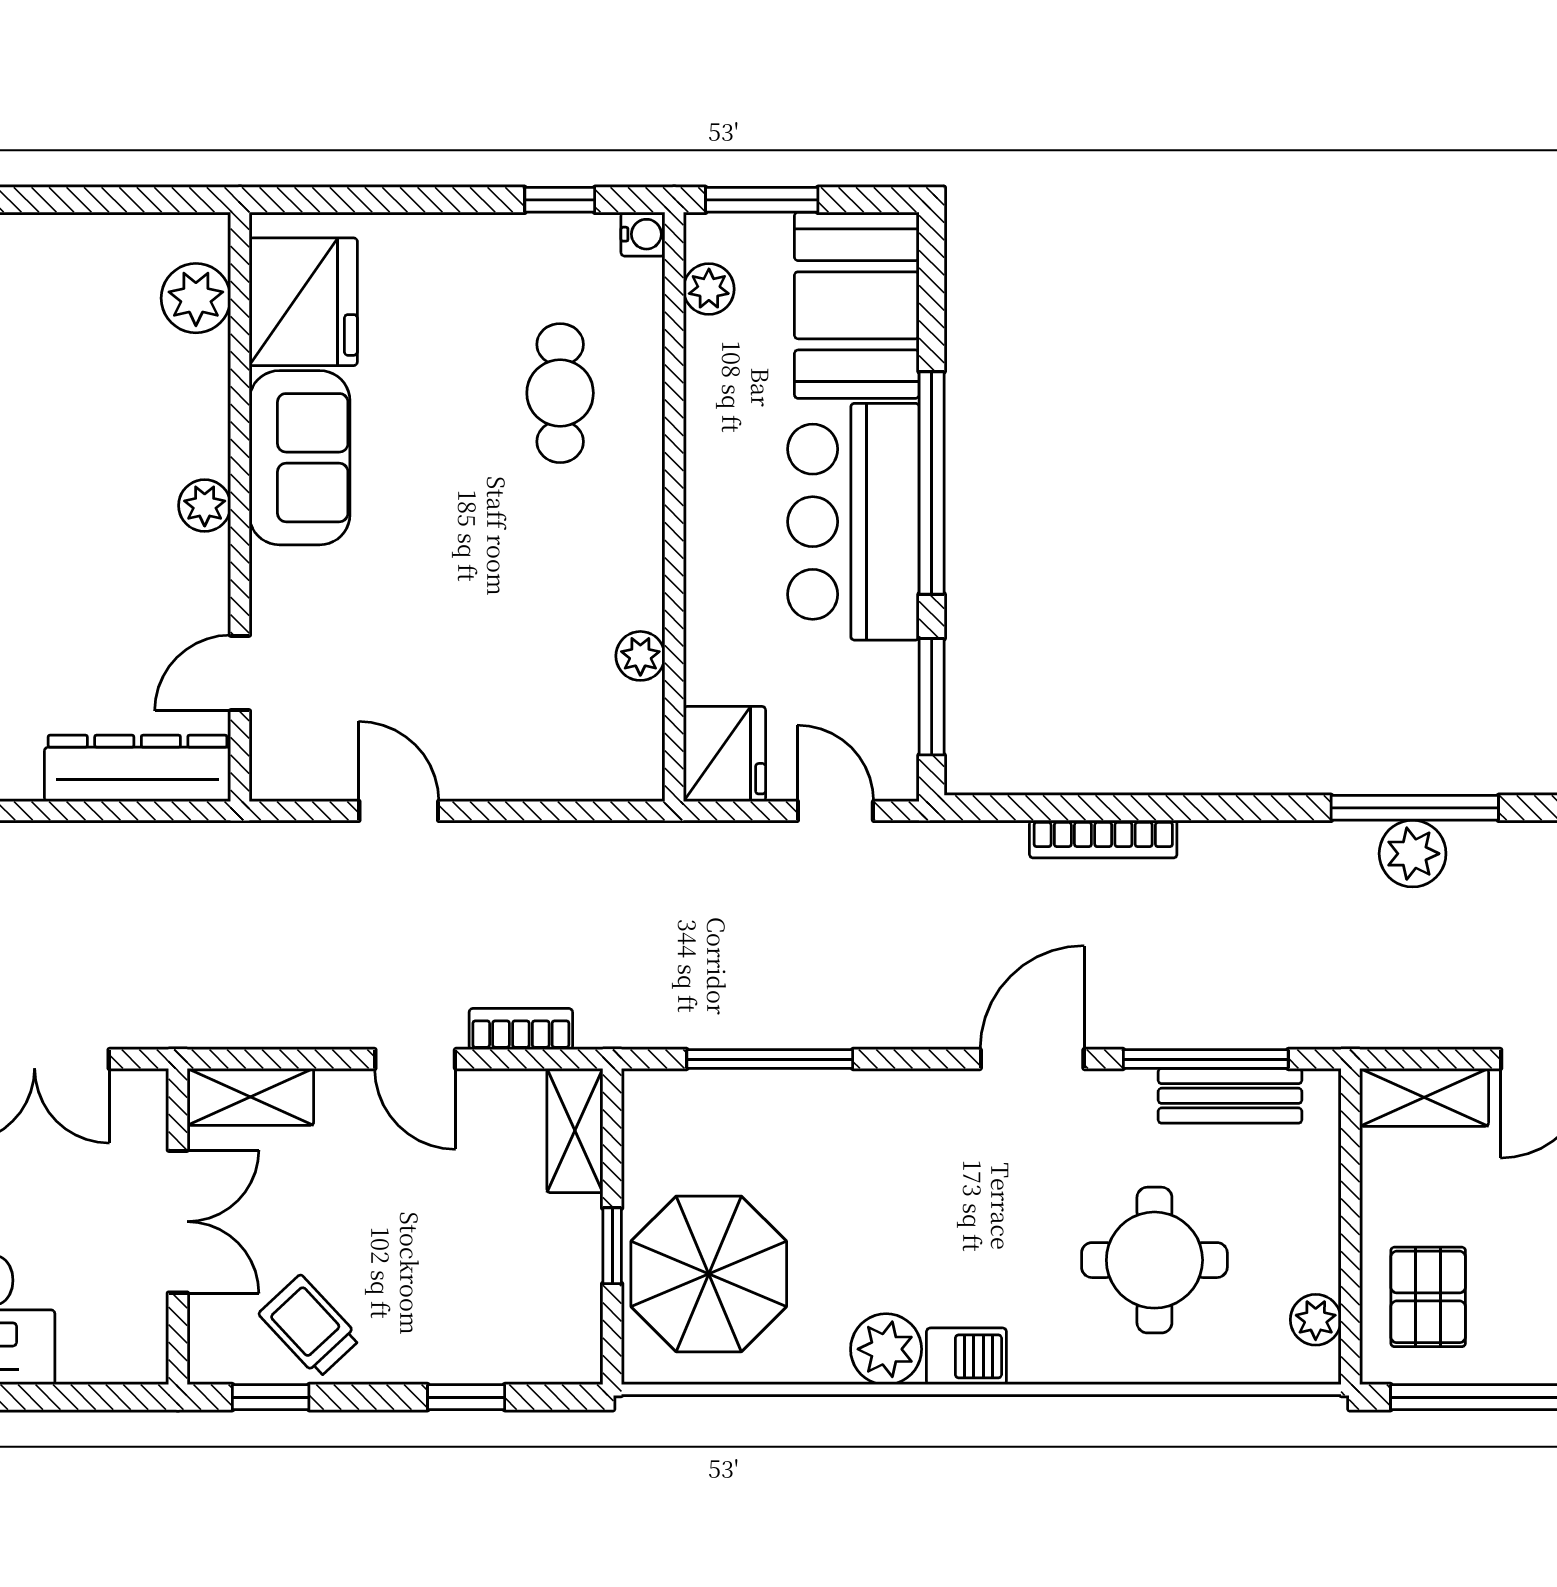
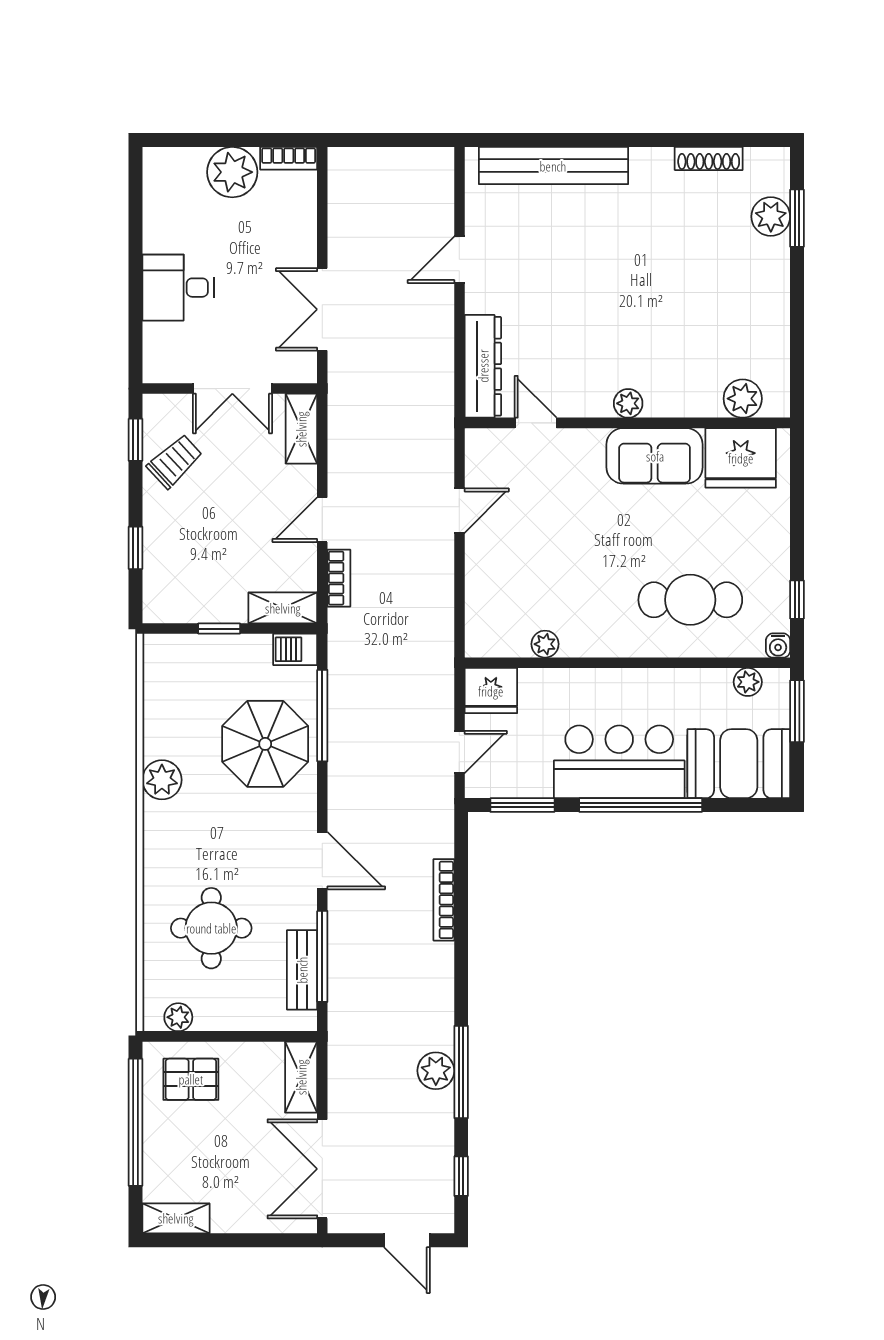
cafe table: (560, 393) -> (690, 600), width x1.37, depth x1.35
parasol: (709, 1274) -> (265, 744), moved
barbecue: (966, 1356) -> (295, 649), moved, turned 90

